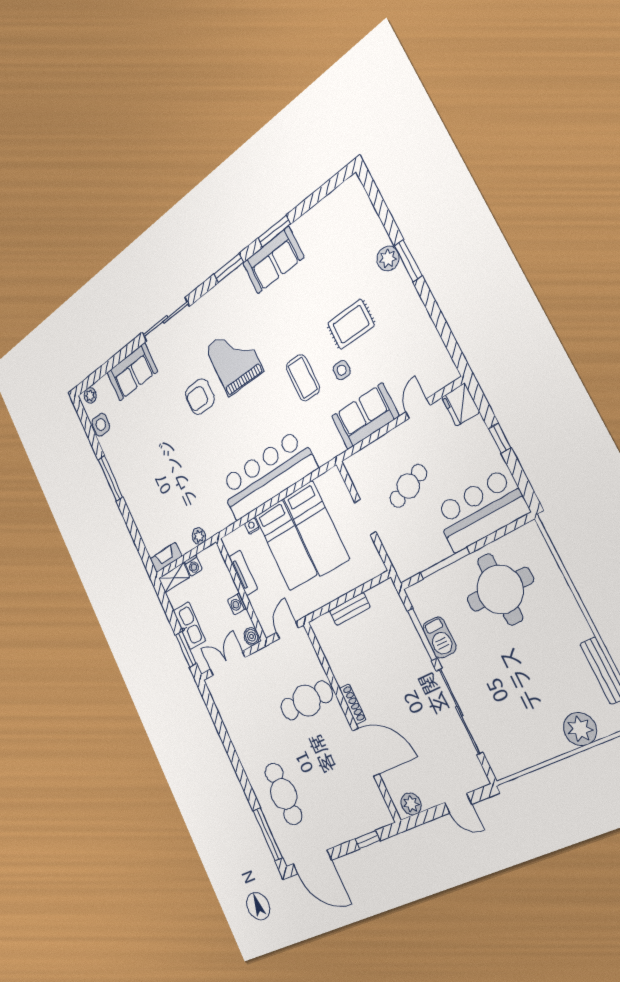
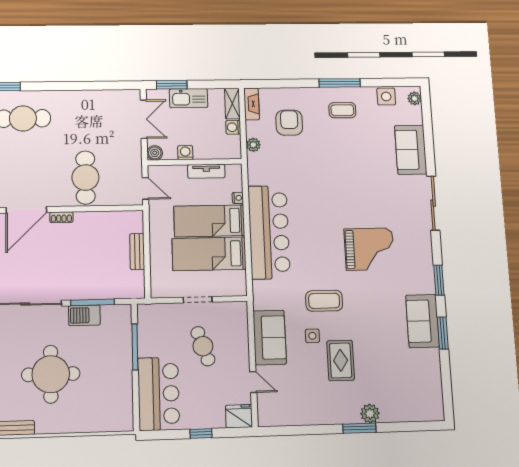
armchair: (200, 397) -> (289, 123), moved
coffee table: (131, 462) -> (342, 110), added
round table: (500, 589) -> (51, 374), moved
shoe rack: (353, 704) -> (61, 217), width x0.70

